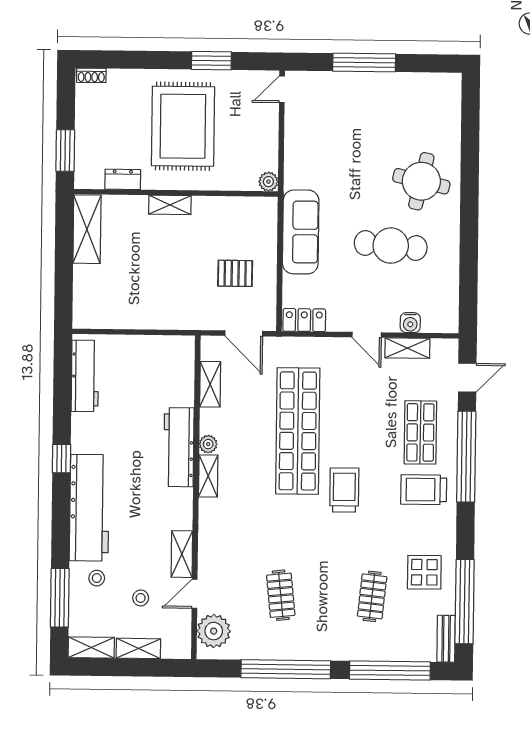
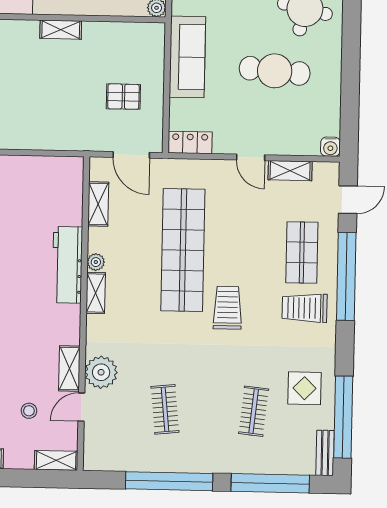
water cooler: (410, 323) -> (330, 147), moved
plant: (214, 631) -> (101, 372), moved
shelving: (138, 648) -> (56, 460), moved

